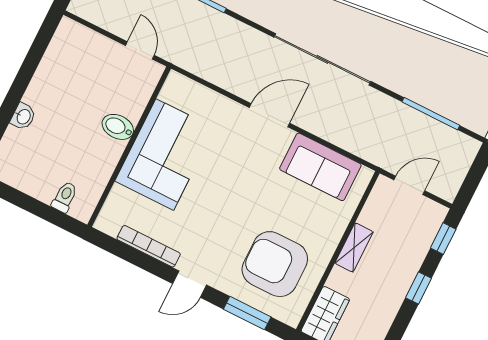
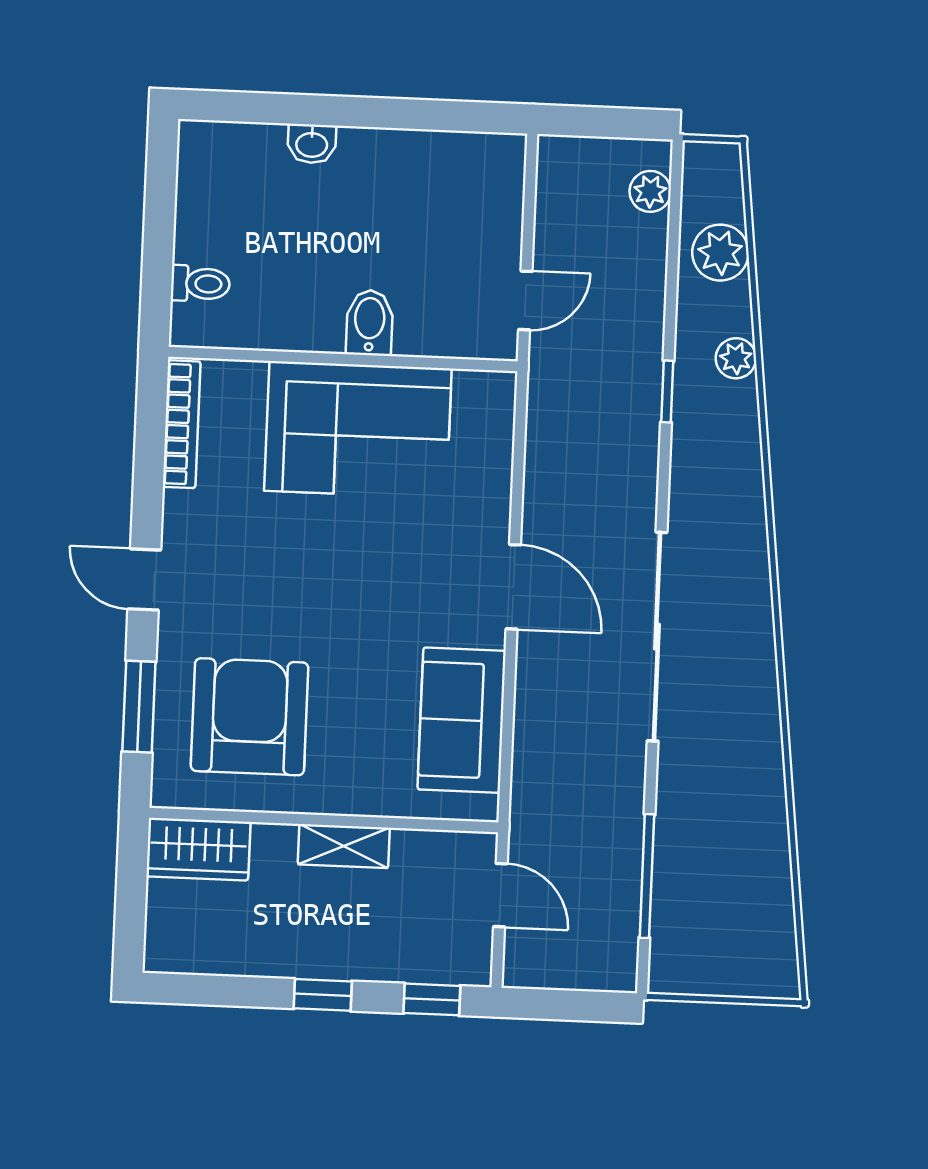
bookcase: (149, 246) -> (182, 424), moved

